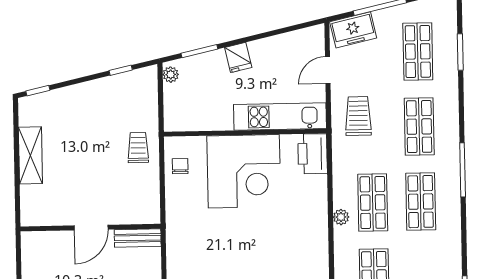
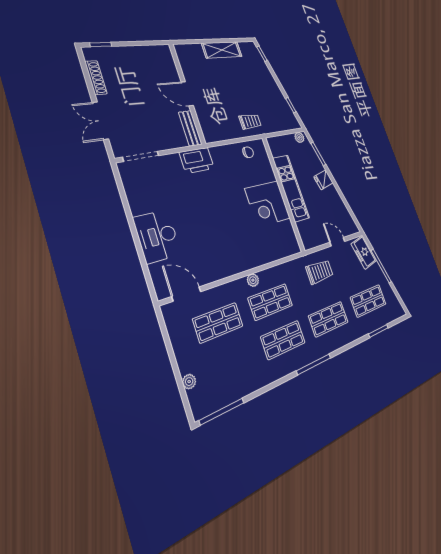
kitchen unit: (280, 117) -> (291, 188), moved
printer: (313, 154) -> (197, 160), moved, turned 180
corner desk: (244, 171) -> (268, 204), width x0.74, depth x0.74

